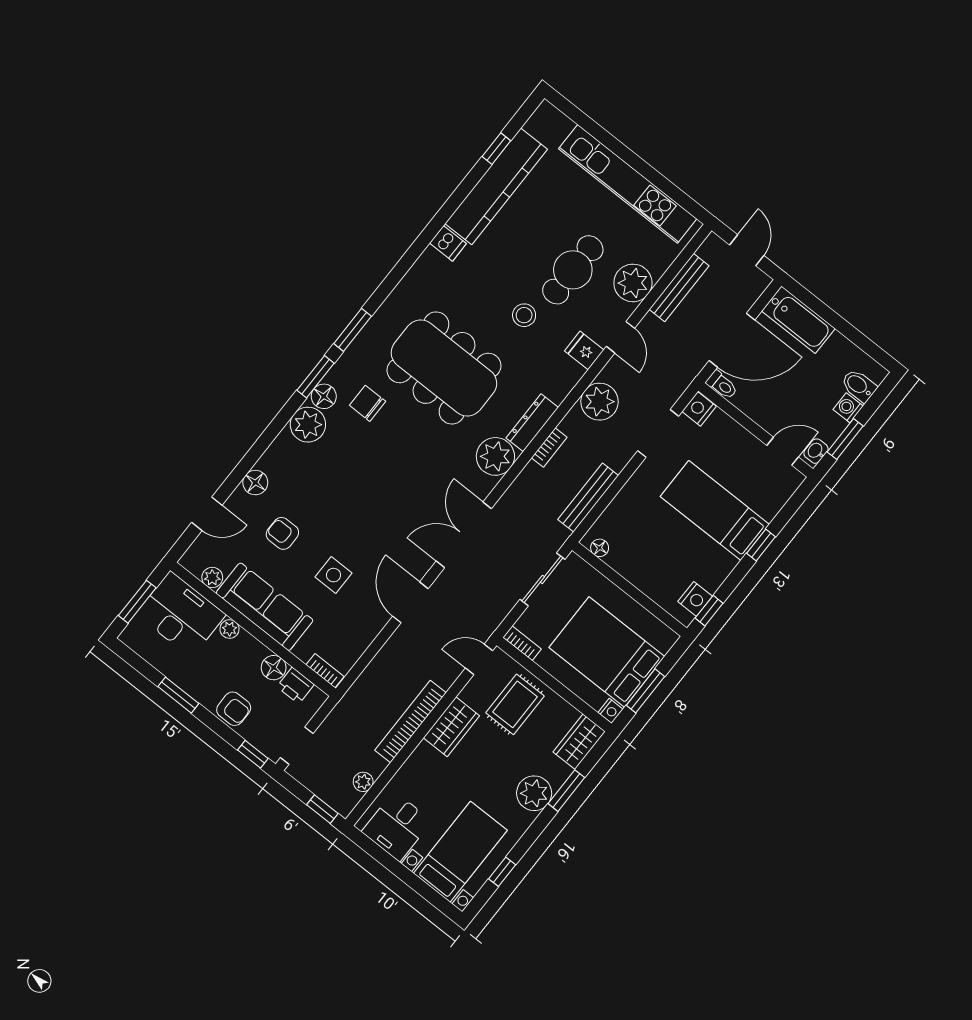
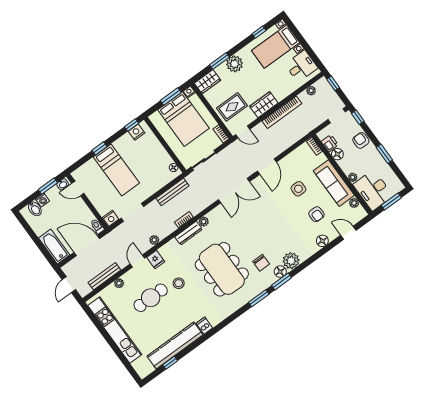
plant: (633, 283) -> (119, 283), width x0.53, depth x0.53
plant: (600, 402) -> (154, 240), width x0.53, depth x0.53
plant: (495, 456) -> (204, 221), width x0.53, depth x0.53

